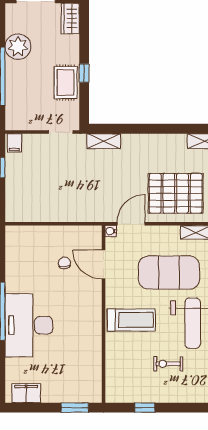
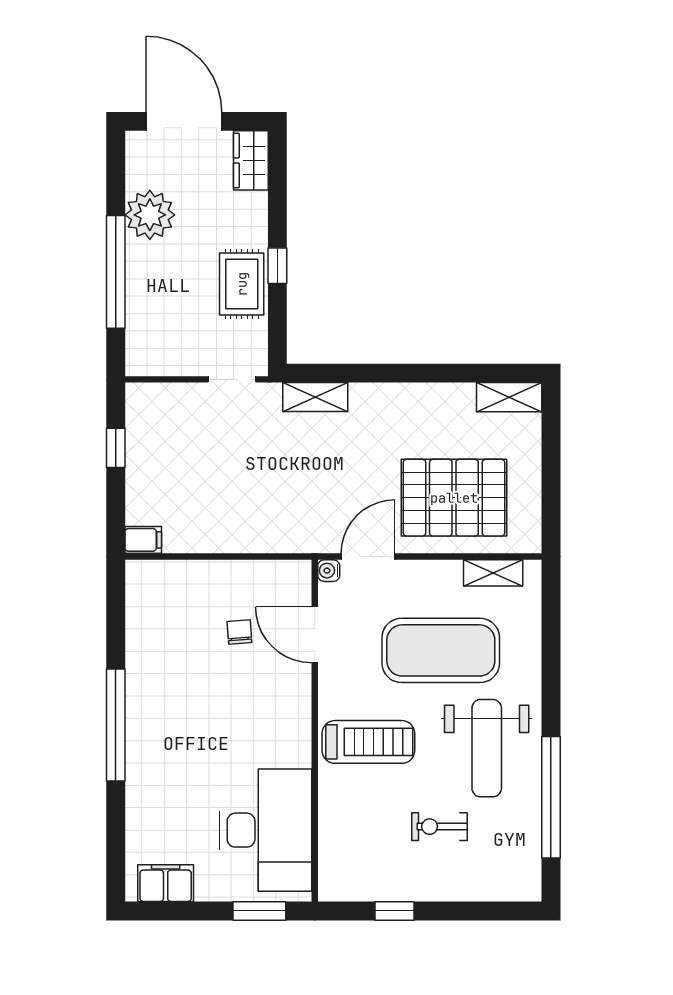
filing cabinet: (14, 143) -> (143, 540), moved, turned -90
desk: (29, 325) -> (266, 830), moved, turned 180

